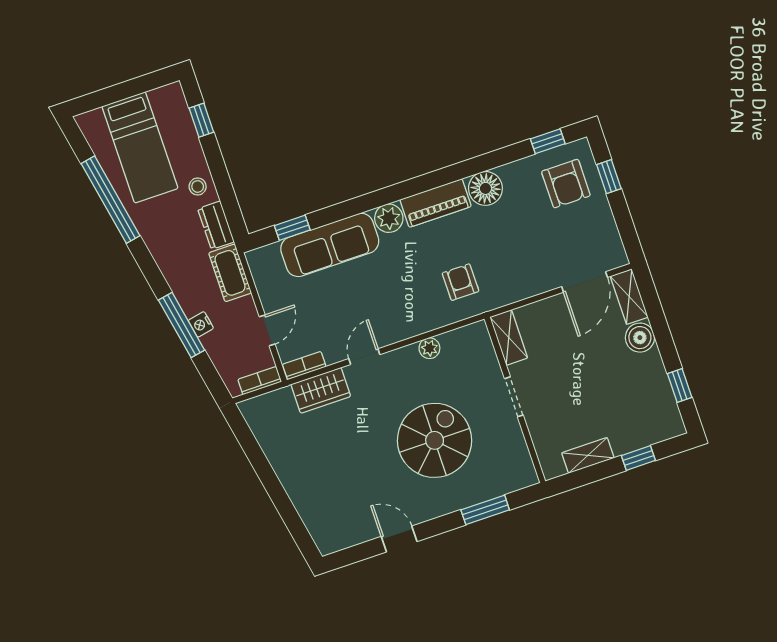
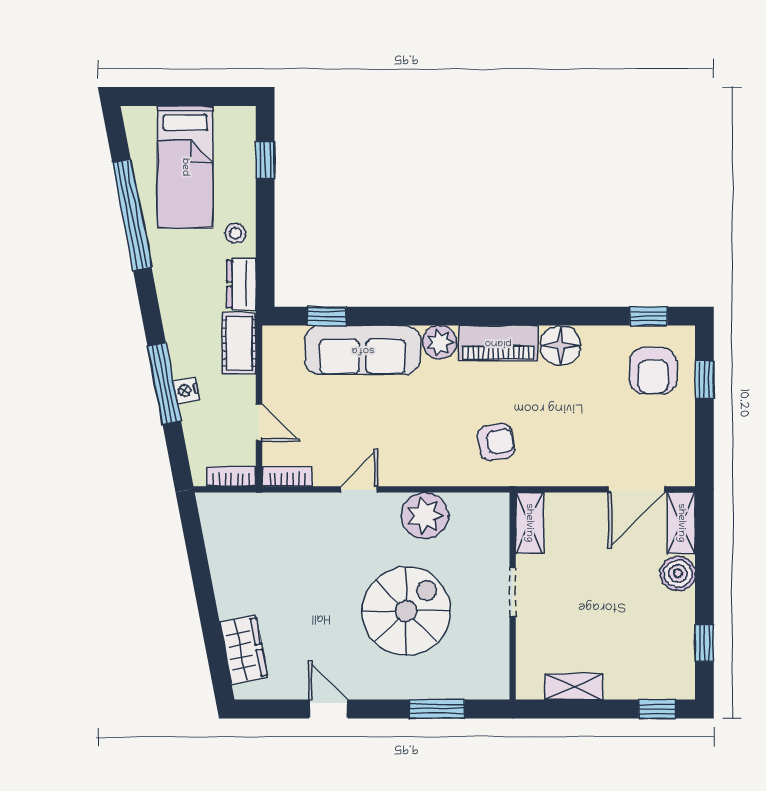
armchair: (461, 282) -> (496, 442), turned 81
door: (267, 330) -> (259, 423), hinge flipped
plant: (429, 348) -> (425, 516), width x1.88, depth x1.88
wardrobe: (321, 390) -> (244, 650), moved, turned -101
window: (638, 458) -> (657, 709), moved

